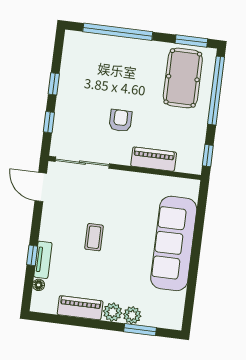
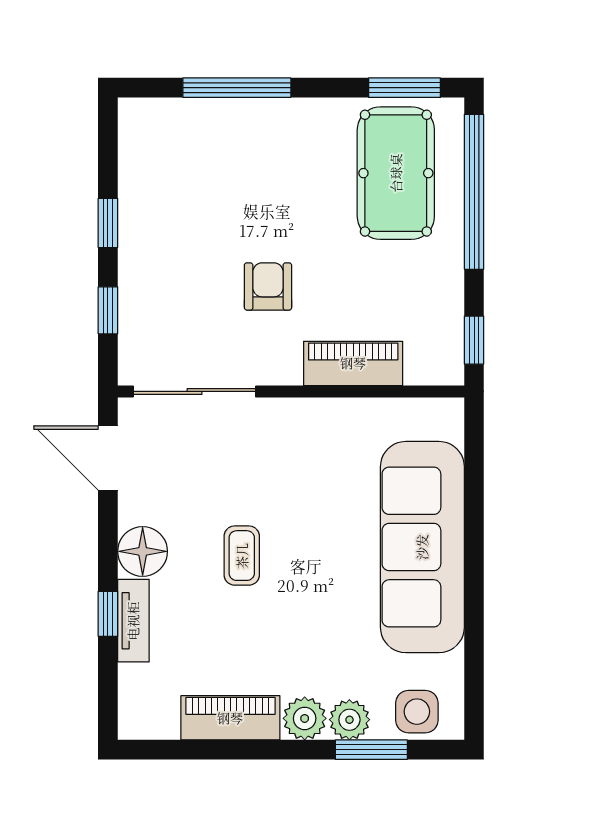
window: (118, 32) -> (237, 88), width x0.68
floor lamp: (39, 285) -> (143, 551), moved, width x1.89, depth x1.89
side table: (162, 315) -> (417, 712), added

